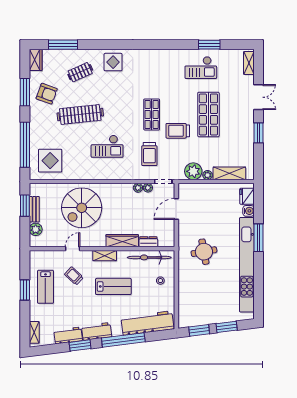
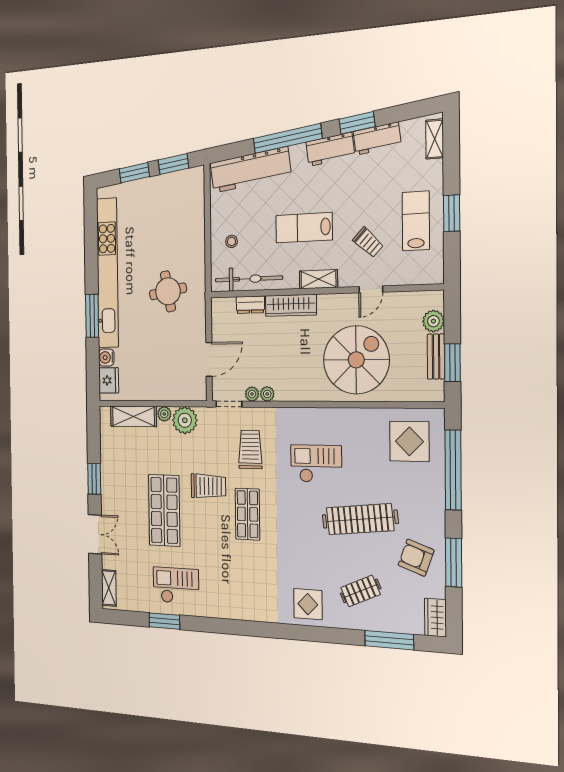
double door: (259, 97) -> (95, 534), swing flipped

